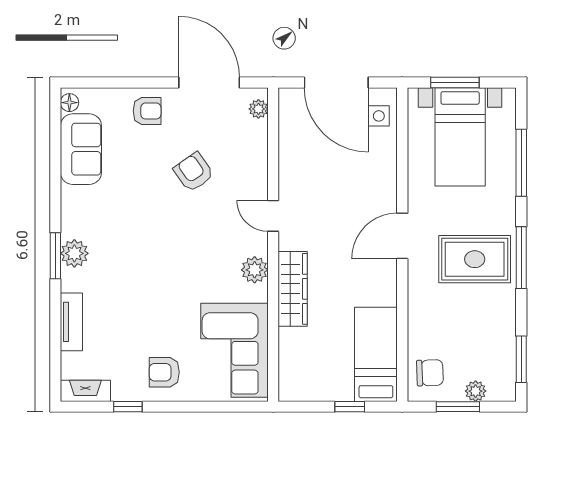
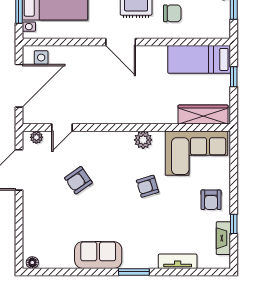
armchair: (147, 111) -> (148, 186), moved, turned -107
sofa: (81, 149) -> (98, 255), moved
door: (273, 216) -> (62, 128), moved
plant: (74, 253) -> (132, 259), removed
wardrobe: (293, 289) -> (203, 115), moved
chair: (430, 373) -> (172, 13), moved, turned 92
fireplace: (85, 391) -> (223, 238), moved

